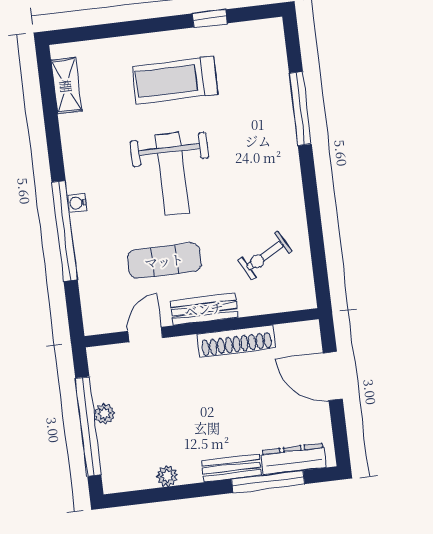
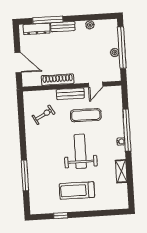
treadmill: (175, 80) -> (77, 191), turned 180
shelving: (66, 86) -> (121, 171), moved

